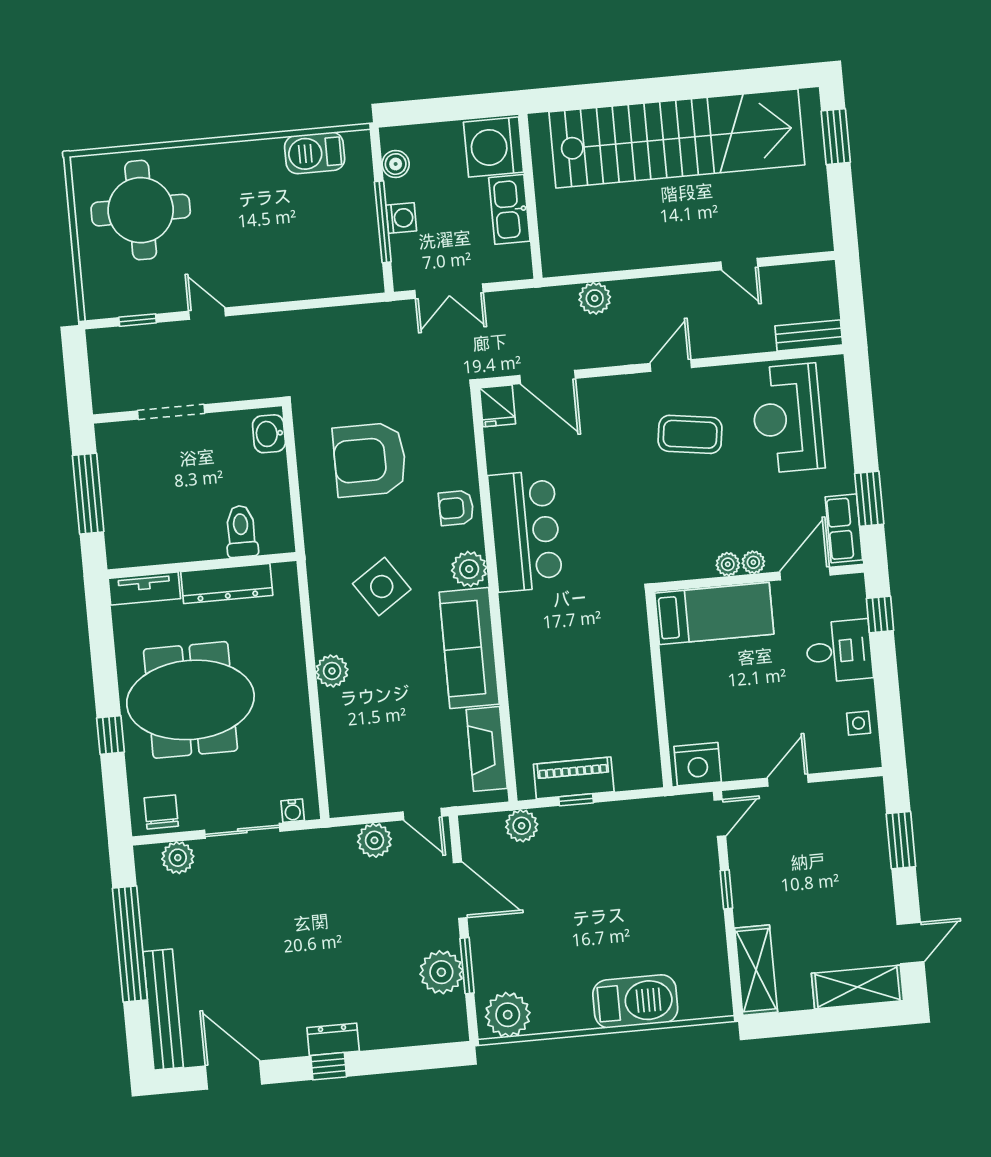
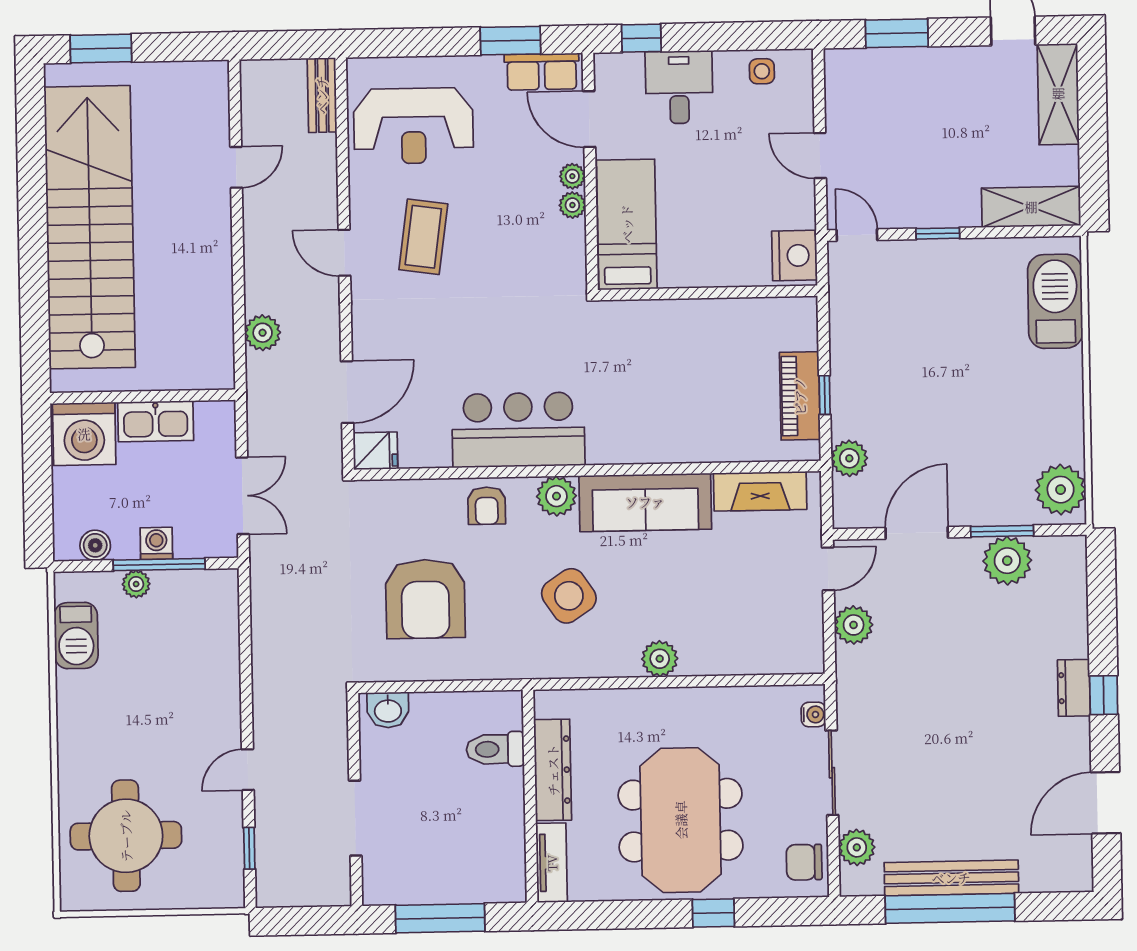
plant: (364, 203) -> (136, 584), added
barbecue: (635, 1001) -> (1055, 301), moved
bench: (163, 1010) -> (951, 878), moved

